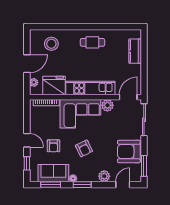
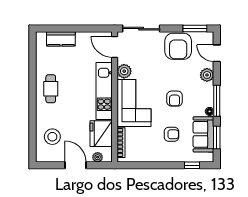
door: (27, 140) -> (165, 165), removed
armchair: (84, 148) -> (175, 99), turned 116
window: (82, 185) -> (217, 101), width x1.44

